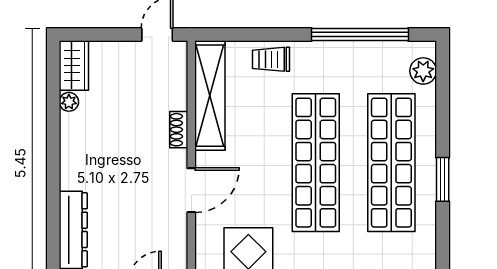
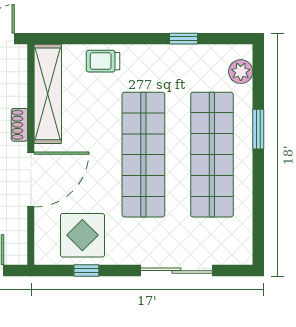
window: (360, 34) -> (183, 39), width x0.32
window: (443, 179) -> (258, 129), moved
door: (191, 190) -> (31, 180), width x1.36

